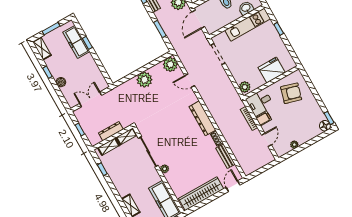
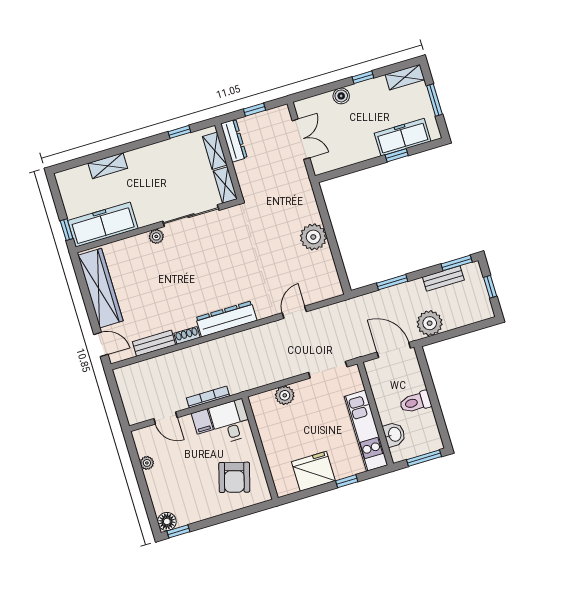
plant: (170, 64) -> (329, 286), removed
fridge: (272, 70) -> (313, 471), moved, turned -90
plant: (245, 87) -> (285, 395), moved
dresser: (111, 131) -> (234, 141), moved

